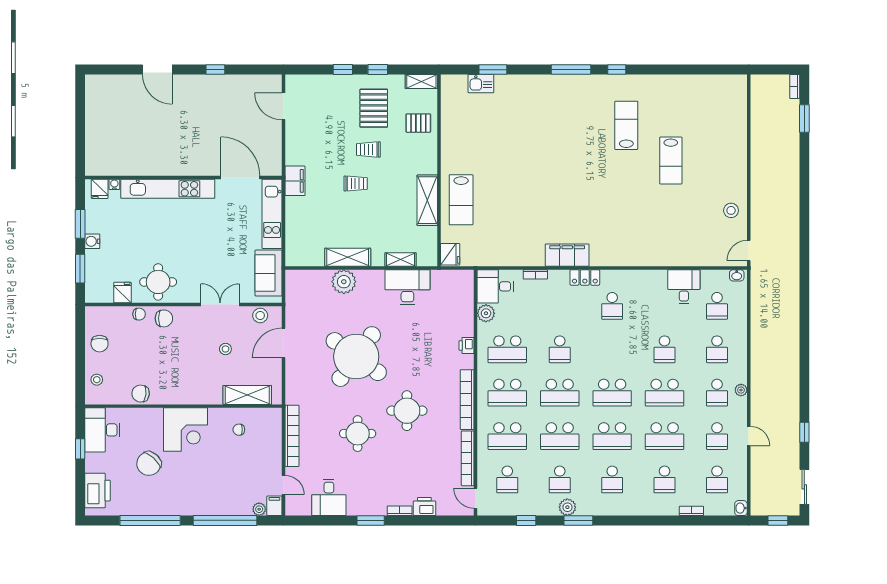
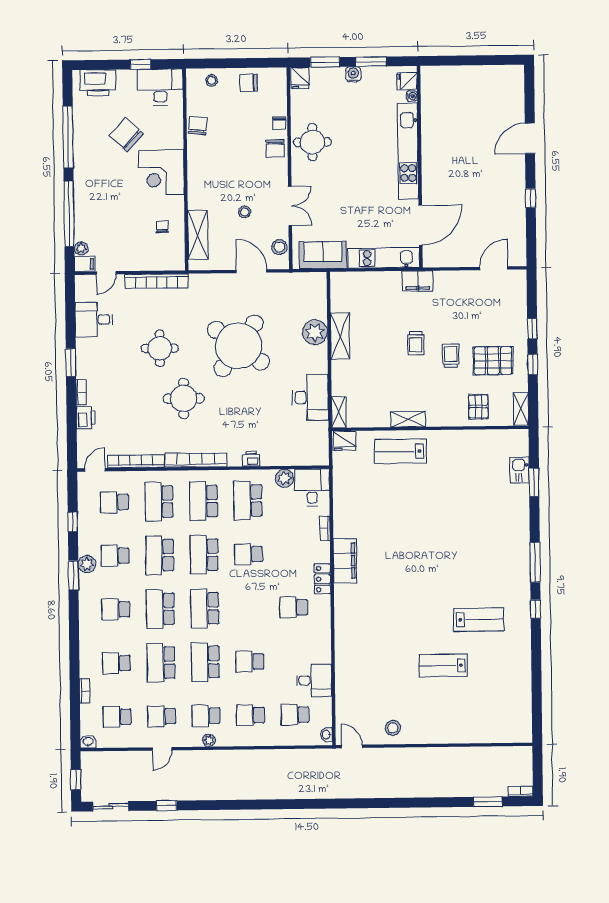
shelving: (427, 200) -> (408, 419), width x0.67, depth x0.75
shelving: (401, 260) -> (339, 412), moved
fridge: (123, 293) -> (300, 78), moved, turned 90

